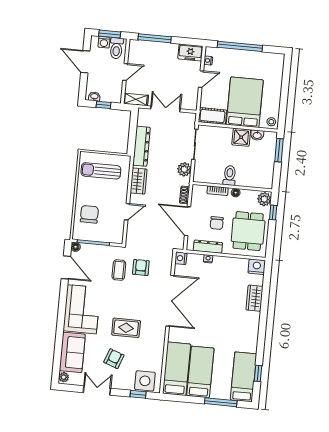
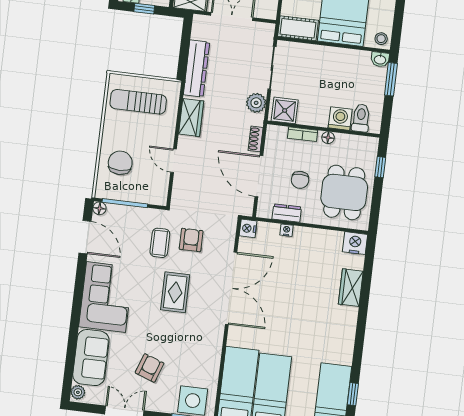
washbasin: (257, 135) -> (380, 59), moved
shower: (241, 137) -> (285, 110), moved
toilet: (230, 175) -> (361, 118), moved
washing machine: (244, 179) -> (340, 119), added
plant: (264, 199) -> (368, 148), removed
door: (127, 212) -> (174, 161), swing flipped
dresser: (208, 247) -> (287, 213), width x0.70
rug: (126, 328) -> (175, 292), moved, turned 90

